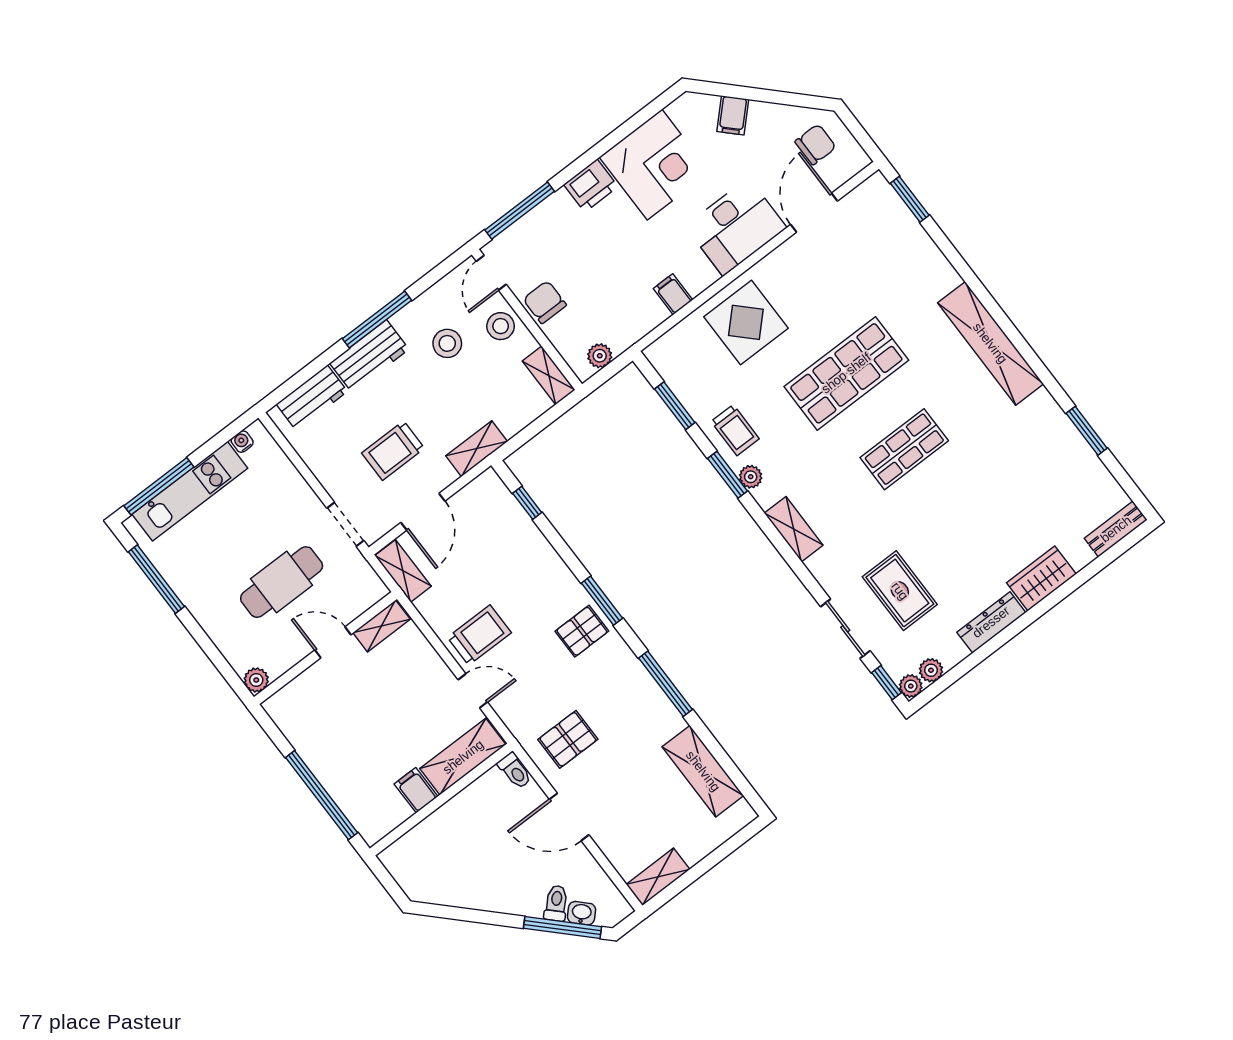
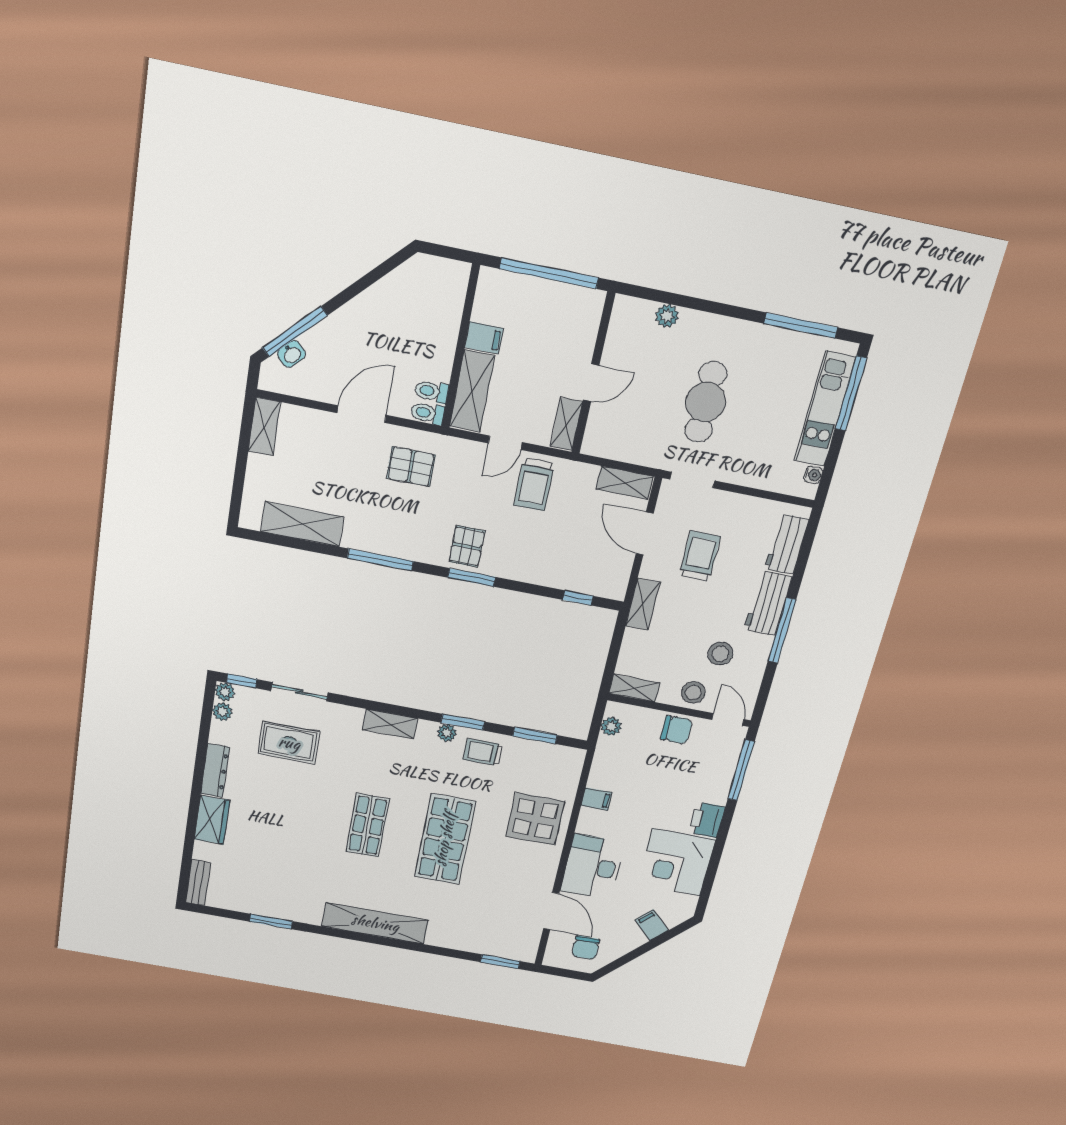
shelving: (382, 626) -> (566, 424), moved
door: (333, 642) -> (591, 383), moved
wall: (325, 648) -> (593, 374), moved
pallet: (568, 739) -> (411, 467), turned 90
toilet: (556, 903) -> (432, 391), moved, turned 135

